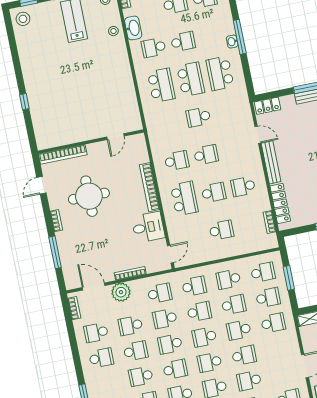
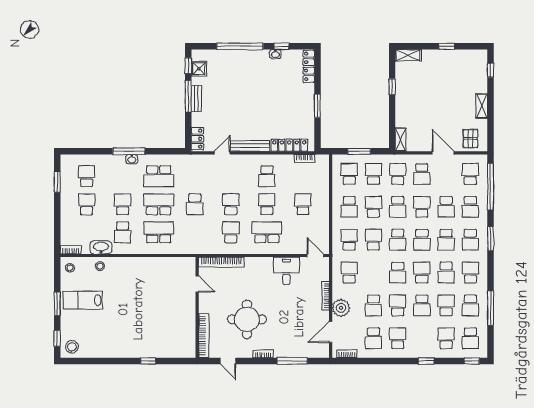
bookcase: (149, 187) -> (221, 262), moved
school desk: (165, 319) -> (422, 174), moved

